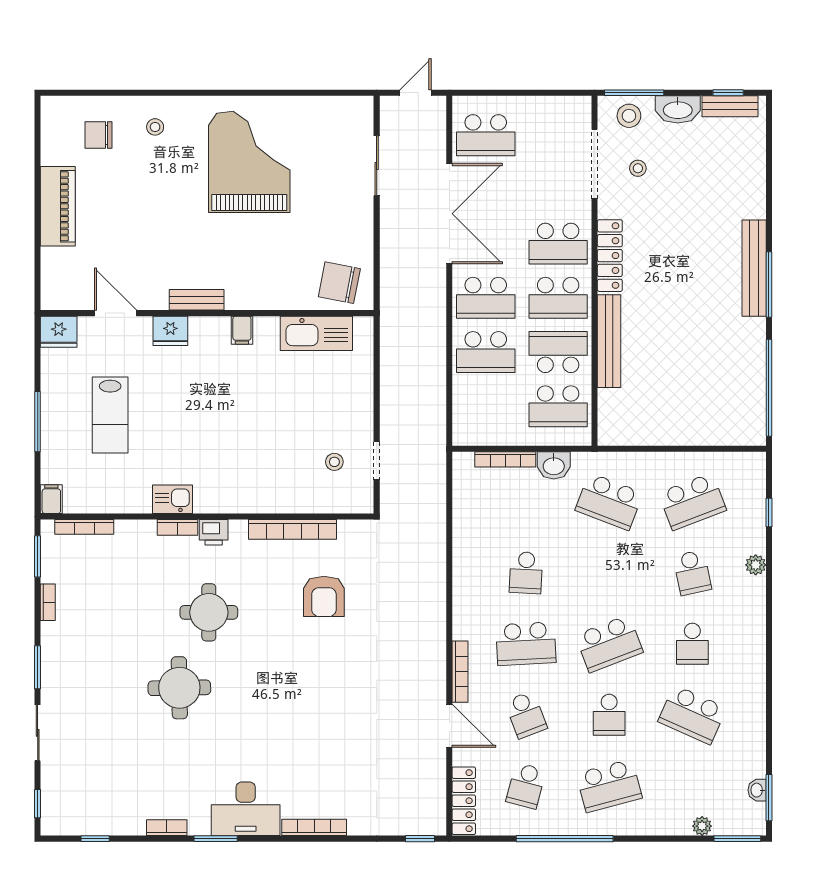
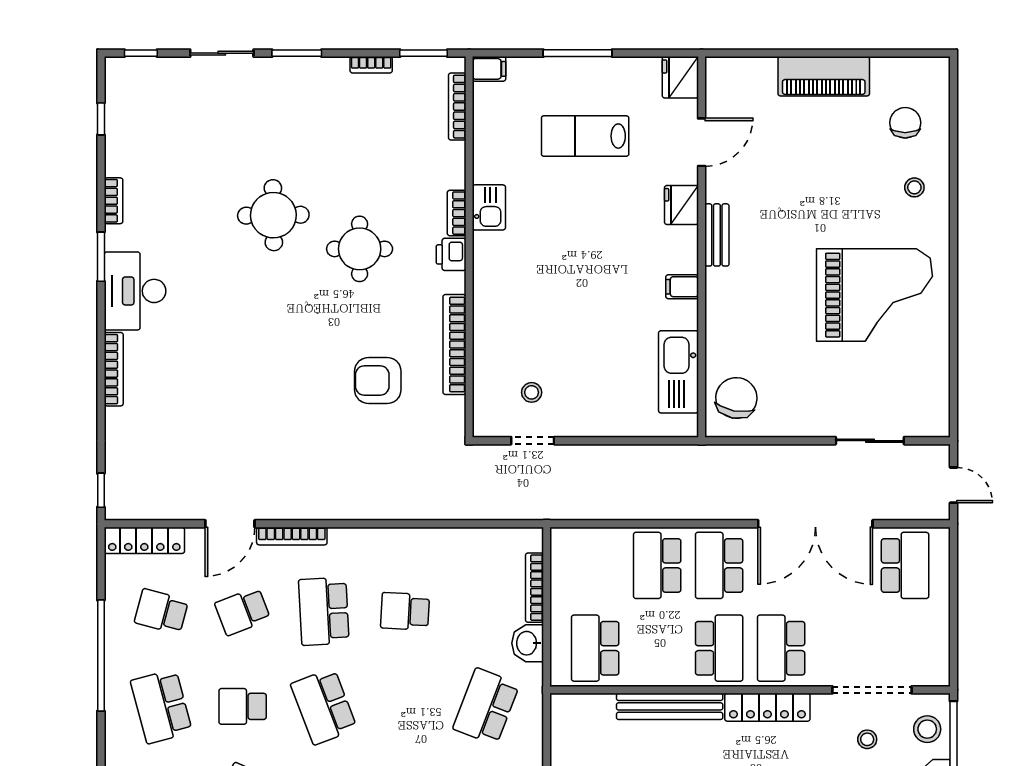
school desk: (486, 135) -> (905, 565), turned 180
school desk: (558, 298) -> (719, 648), turned 180
school desk: (558, 352) -> (657, 648), removed

